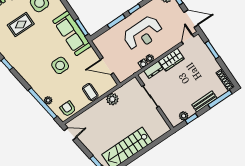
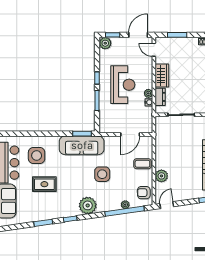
rug: (21, 25) -> (44, 184), turned 90
plant: (27, 71) -> (88, 205), added
plant: (112, 99) -> (161, 176), moved

